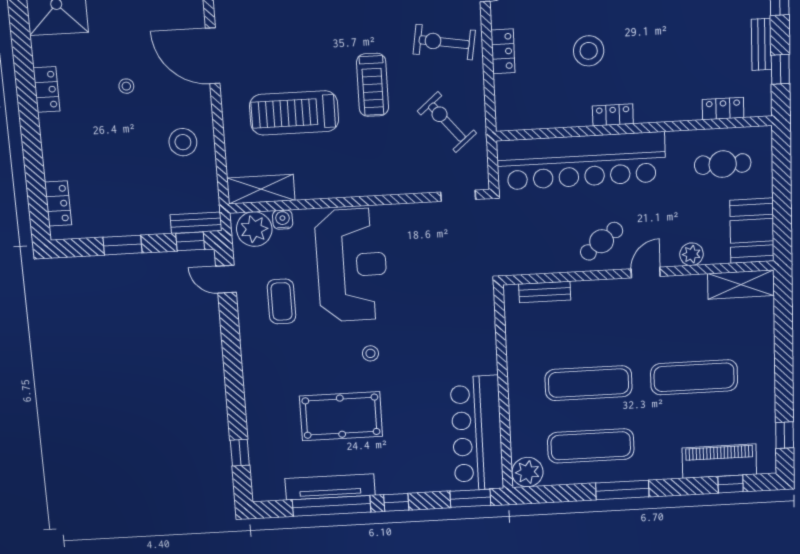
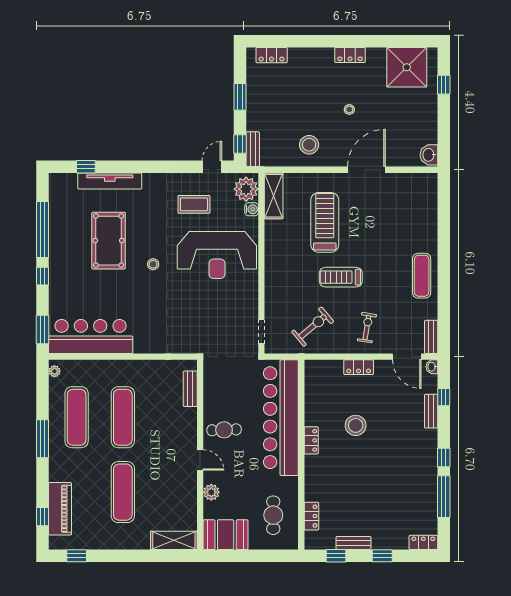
exercise bike: (444, 42) -> (367, 328), width x0.73, depth x0.72
cafe table: (602, 241) -> (224, 430), turned -54
shelving: (741, 285) -> (174, 540), moved, turned 90
plant: (527, 472) -> (54, 371), width x0.53, depth x0.53
tv unit: (330, 487) -> (110, 181), moved, turned 90

